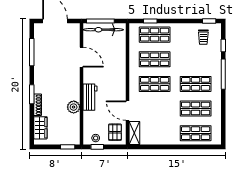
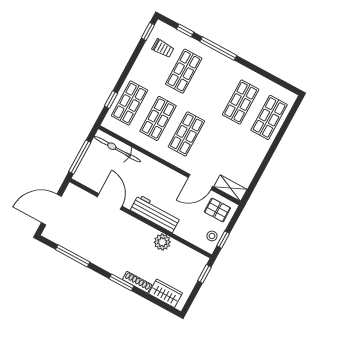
bicycle: (103, 30) -> (117, 149), moved, turned 90
door: (82, 57) -> (110, 202), hinge flipped
shop shelf: (196, 84) -> (184, 71), moved
workbench: (90, 97) -> (155, 214), width x1.38

